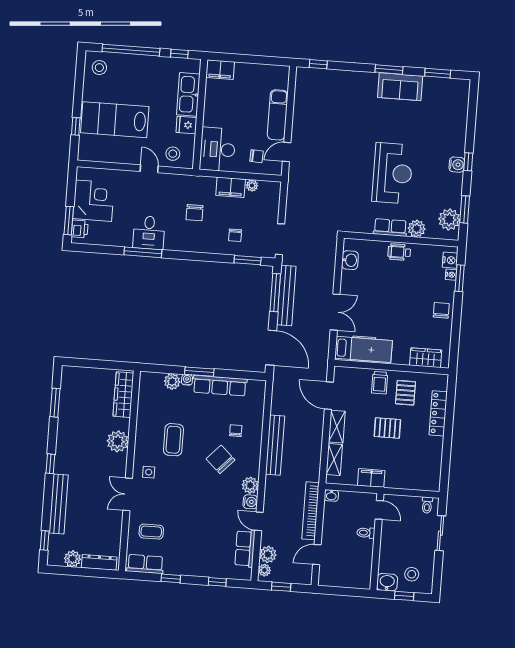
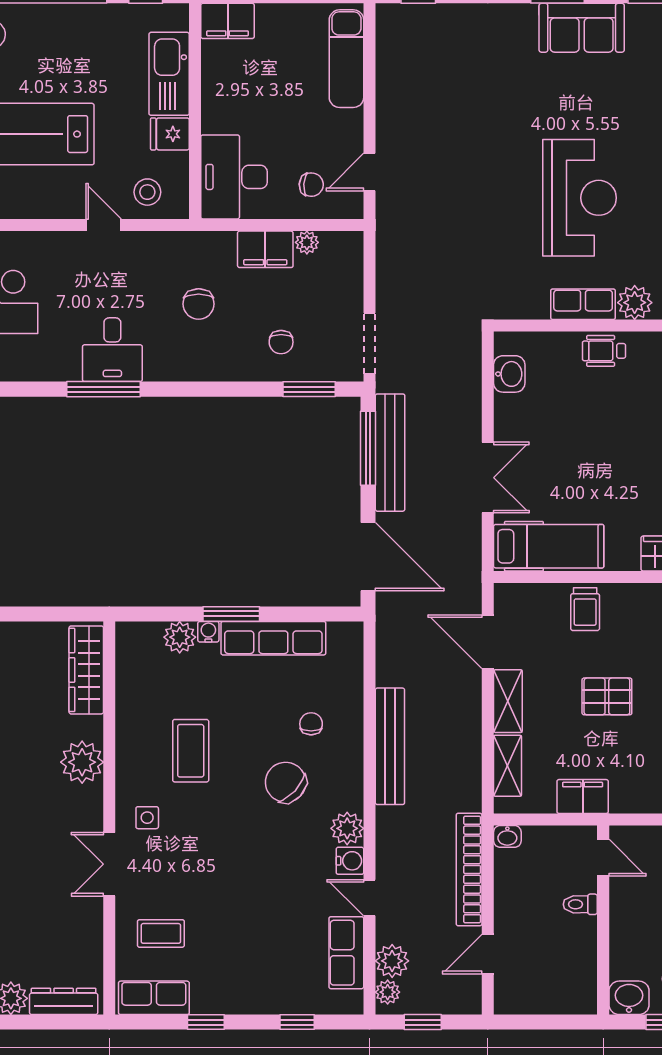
exam couch: (278, 115) -> (346, 59), moved
pallet: (405, 393) -> (637, 625), removed

